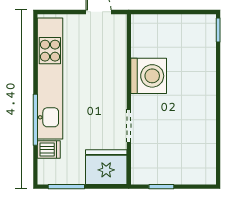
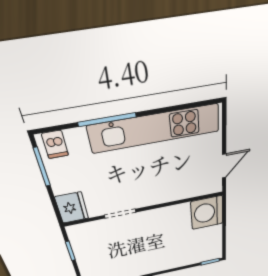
washing machine: (149, 76) -> (207, 213), moved, turned 90
dishwasher: (49, 149) -> (55, 145), moved
fridge: (106, 167) -> (72, 208), width x0.73, depth x0.75

